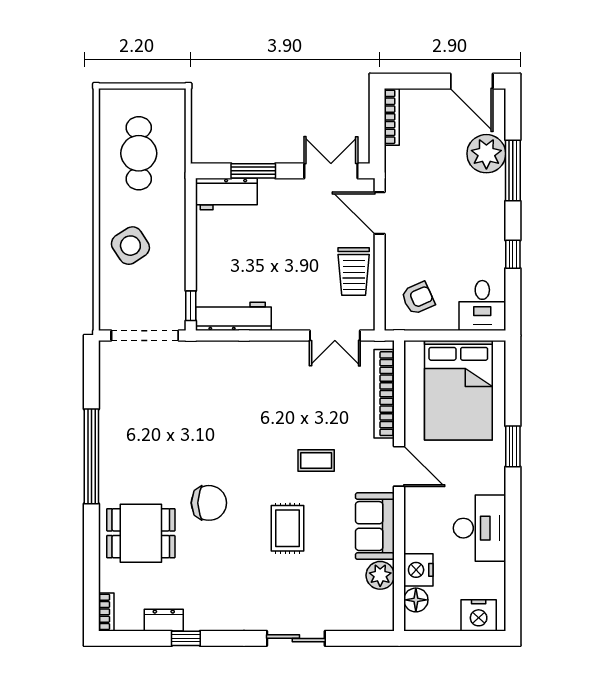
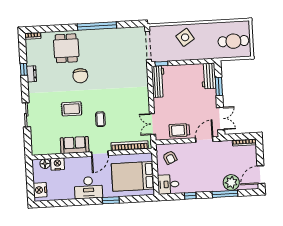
cafe table: (139, 153) -> (233, 41), moved
desk: (479, 528) -> (88, 188), moved
plant: (380, 575) -> (54, 148), removed
dresser: (164, 620) -> (32, 74), moved

